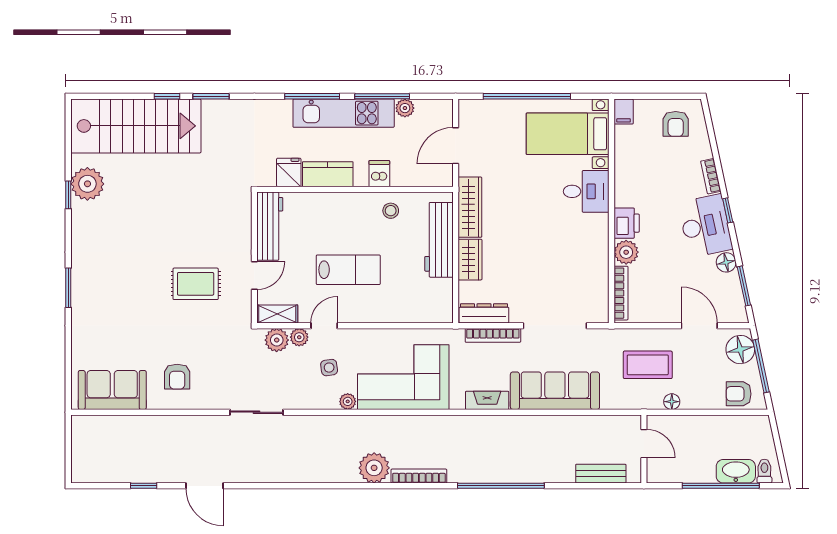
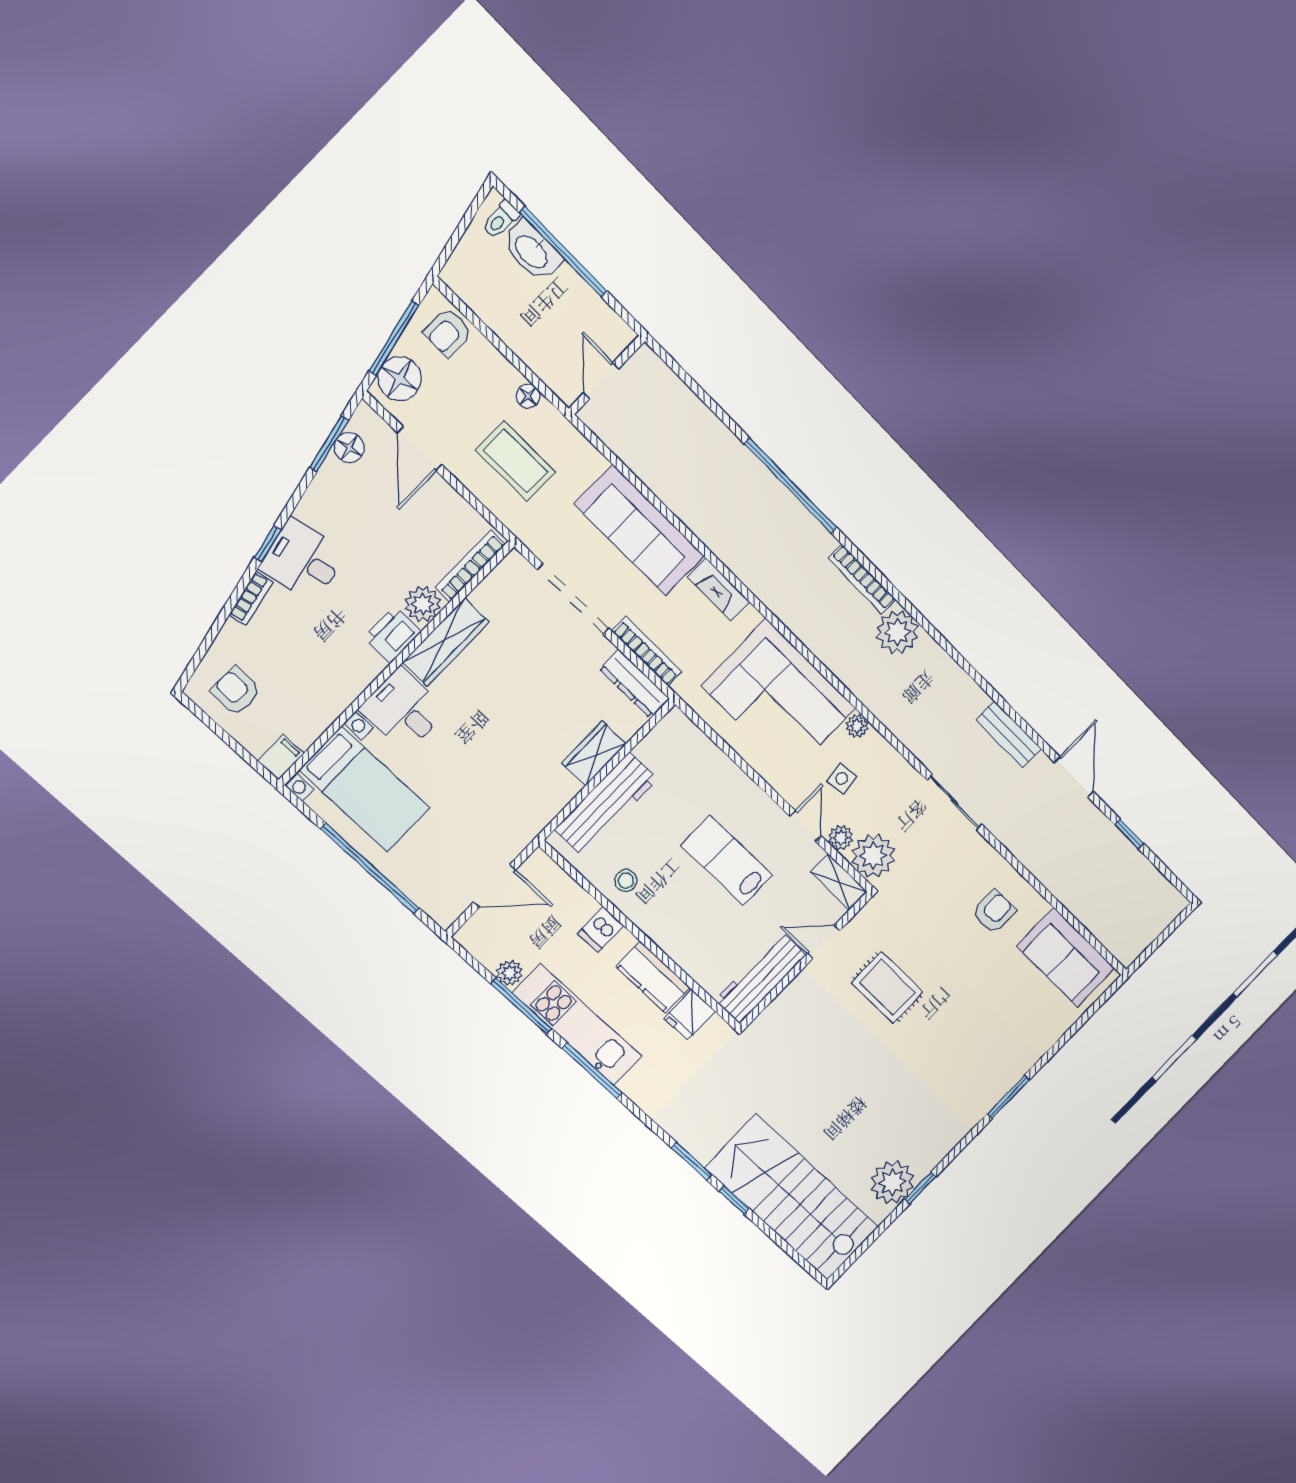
armchair: (676, 124) -> (236, 691), turned -88
wardrobe: (470, 207) -> (446, 642), moved, turned 180
desk: (705, 226) -> (303, 560), width x0.73
floor lamp: (726, 262) -> (349, 448), moved
door: (324, 326) -> (805, 826), swing flipped
plant: (277, 340) -> (873, 856), width x1.36, depth x1.36
armchair: (739, 394) -> (448, 332), turned 90
bench: (601, 474) -> (1009, 734), moved

